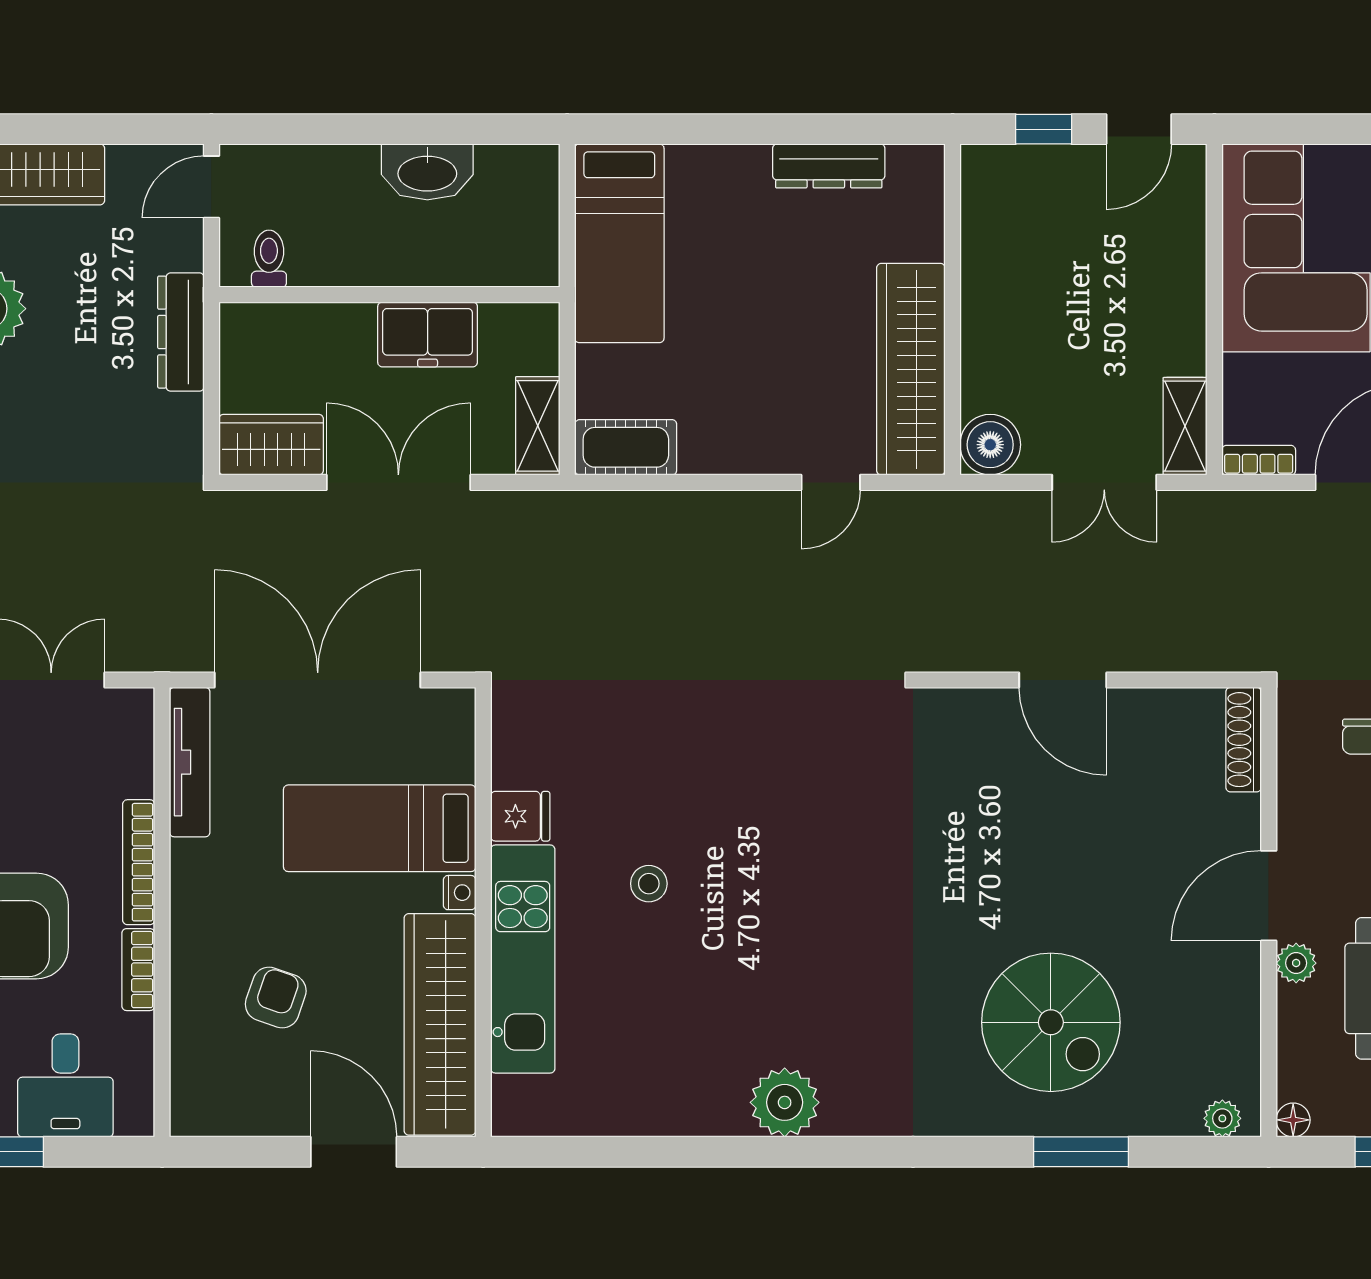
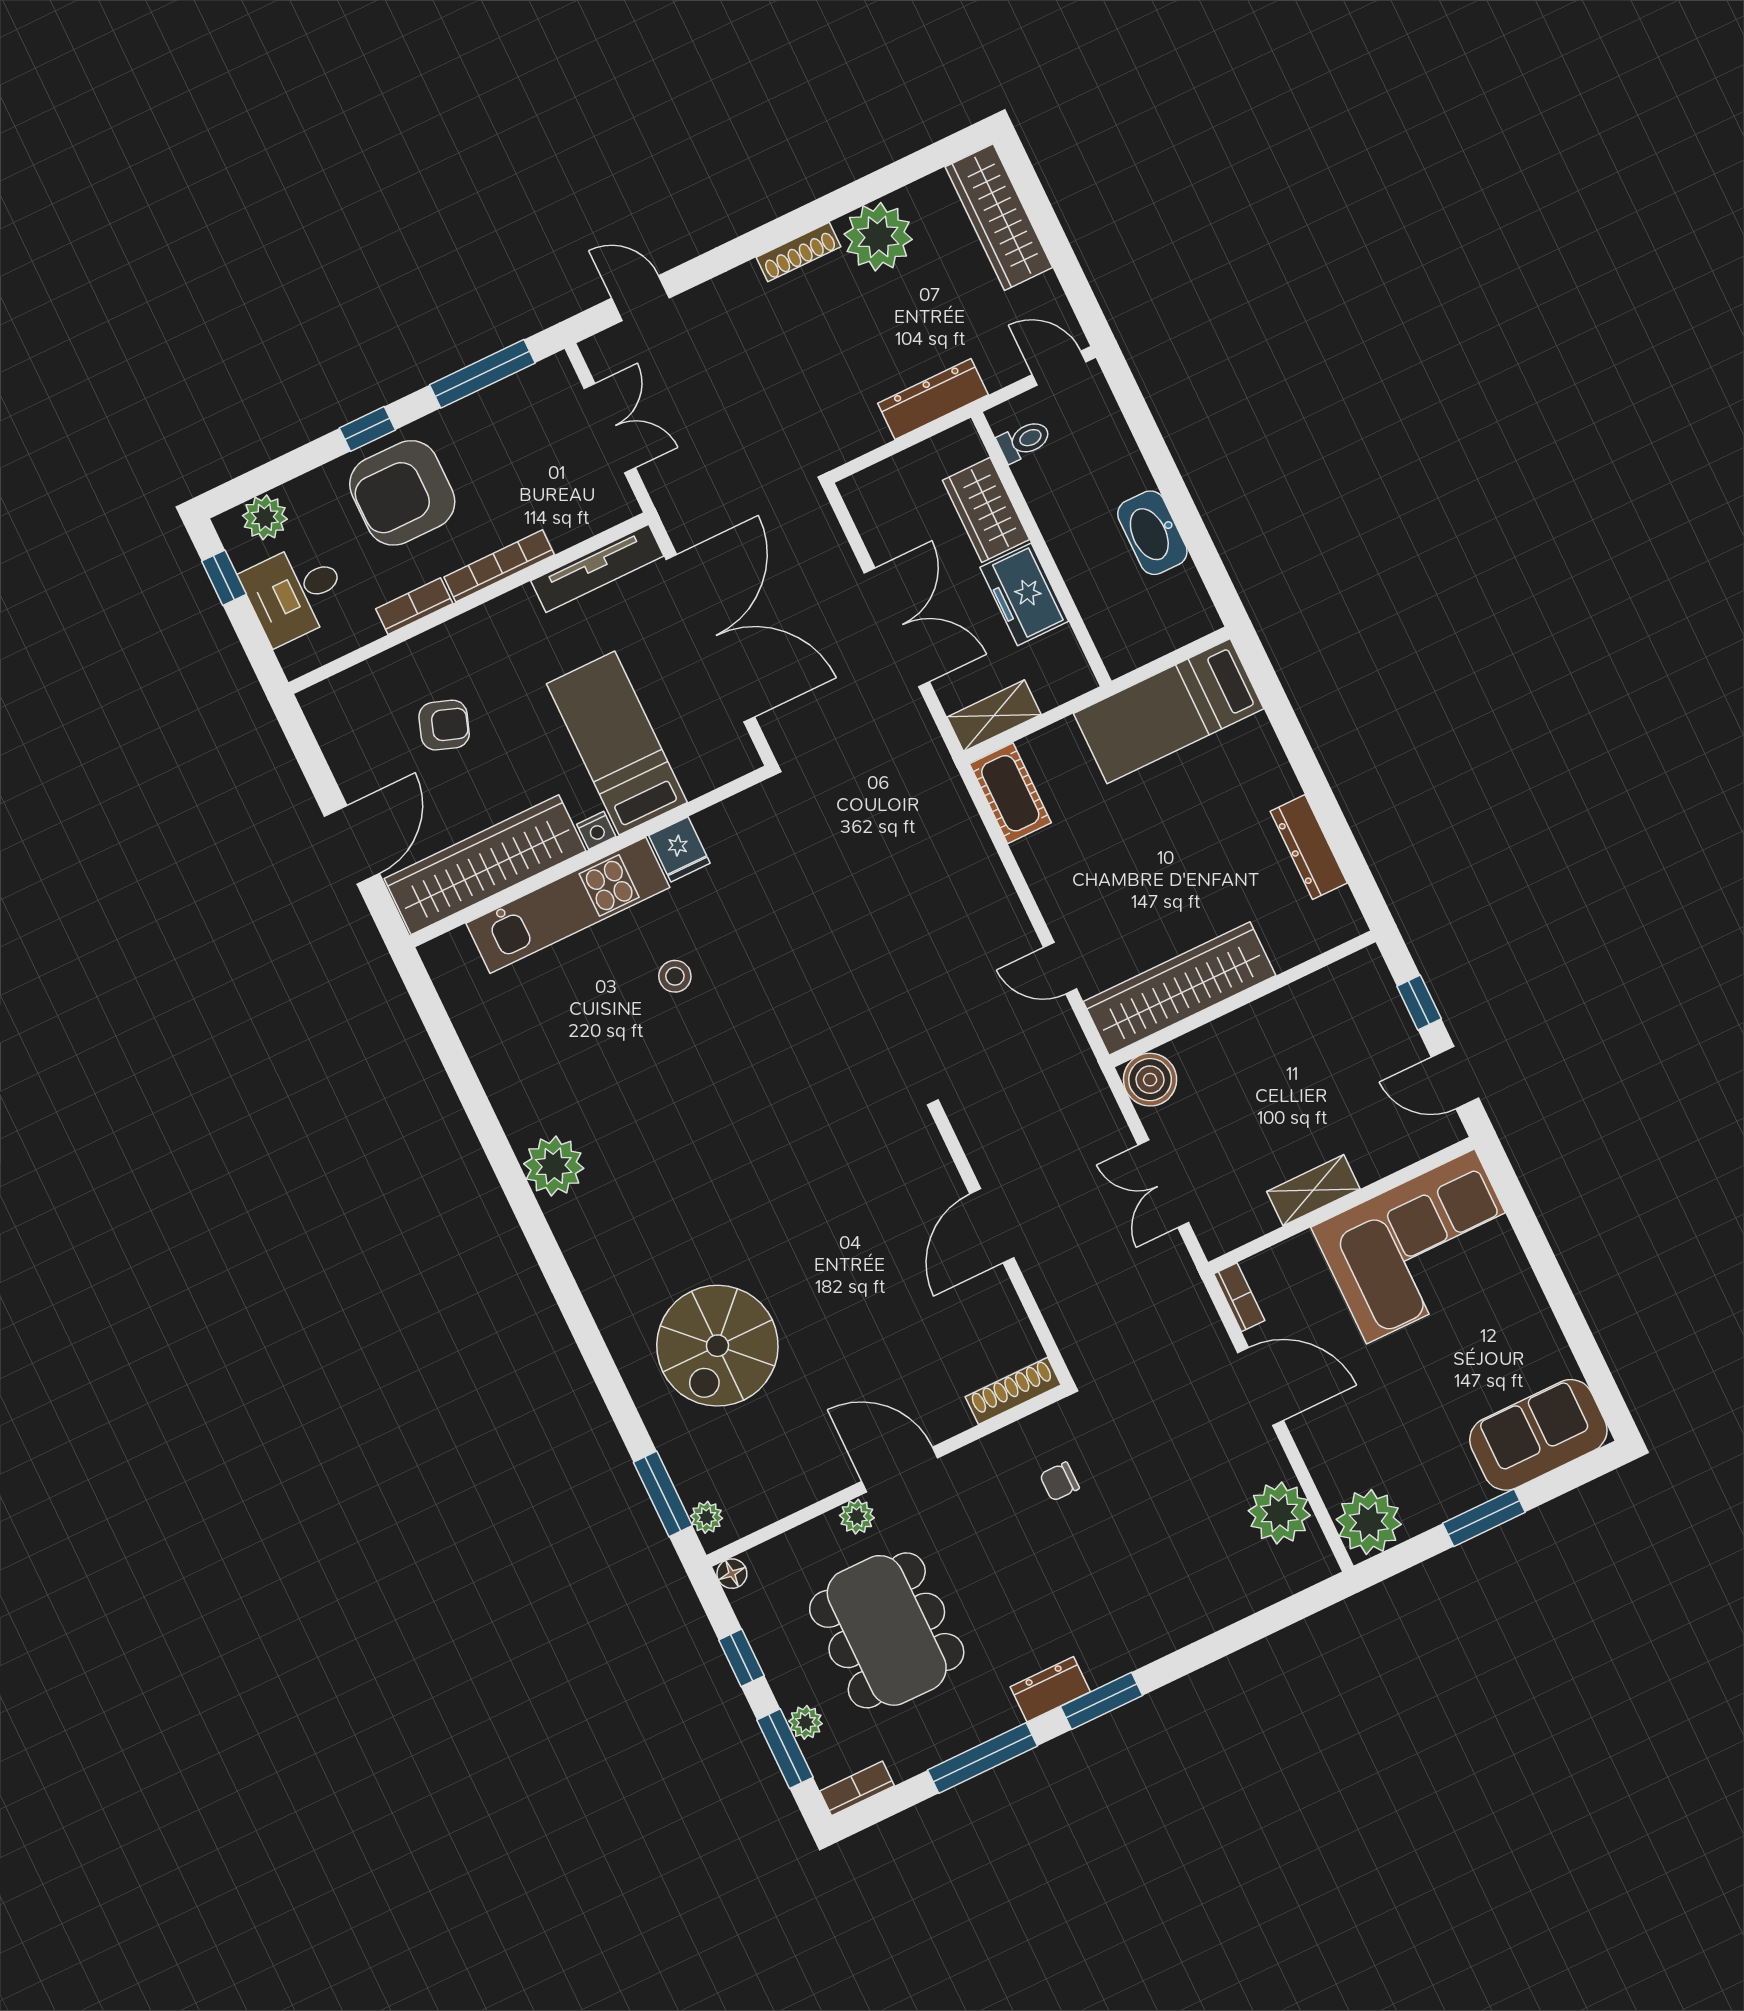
shelving: (1185, 426) -> (1313, 1190), moved
wardrobe: (271, 445) -> (986, 510), moved, turned 180
window: (1081, 1152) -> (663, 1494), moved

